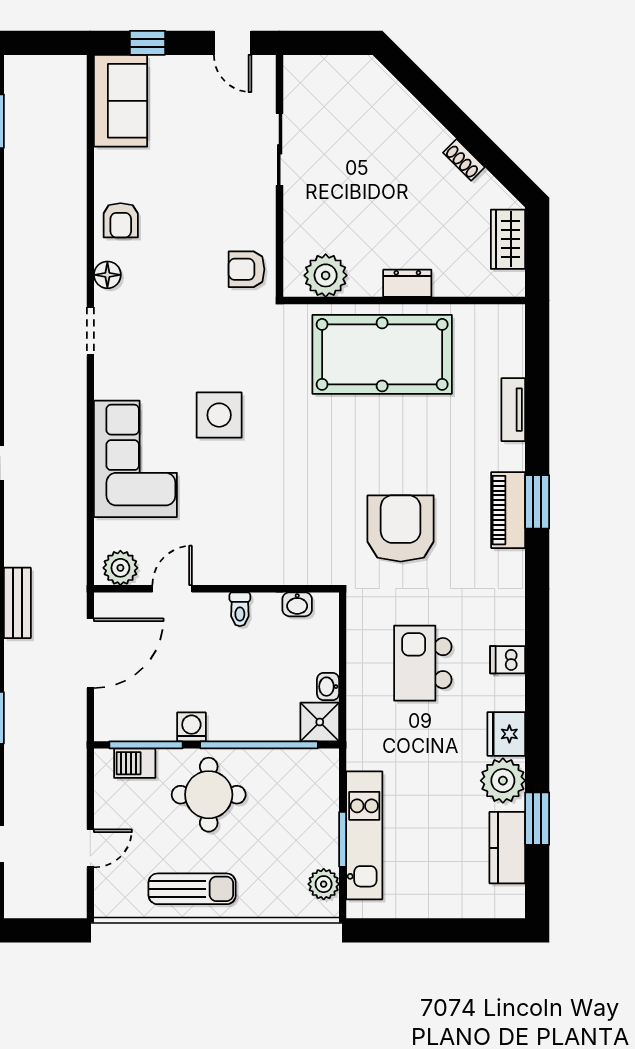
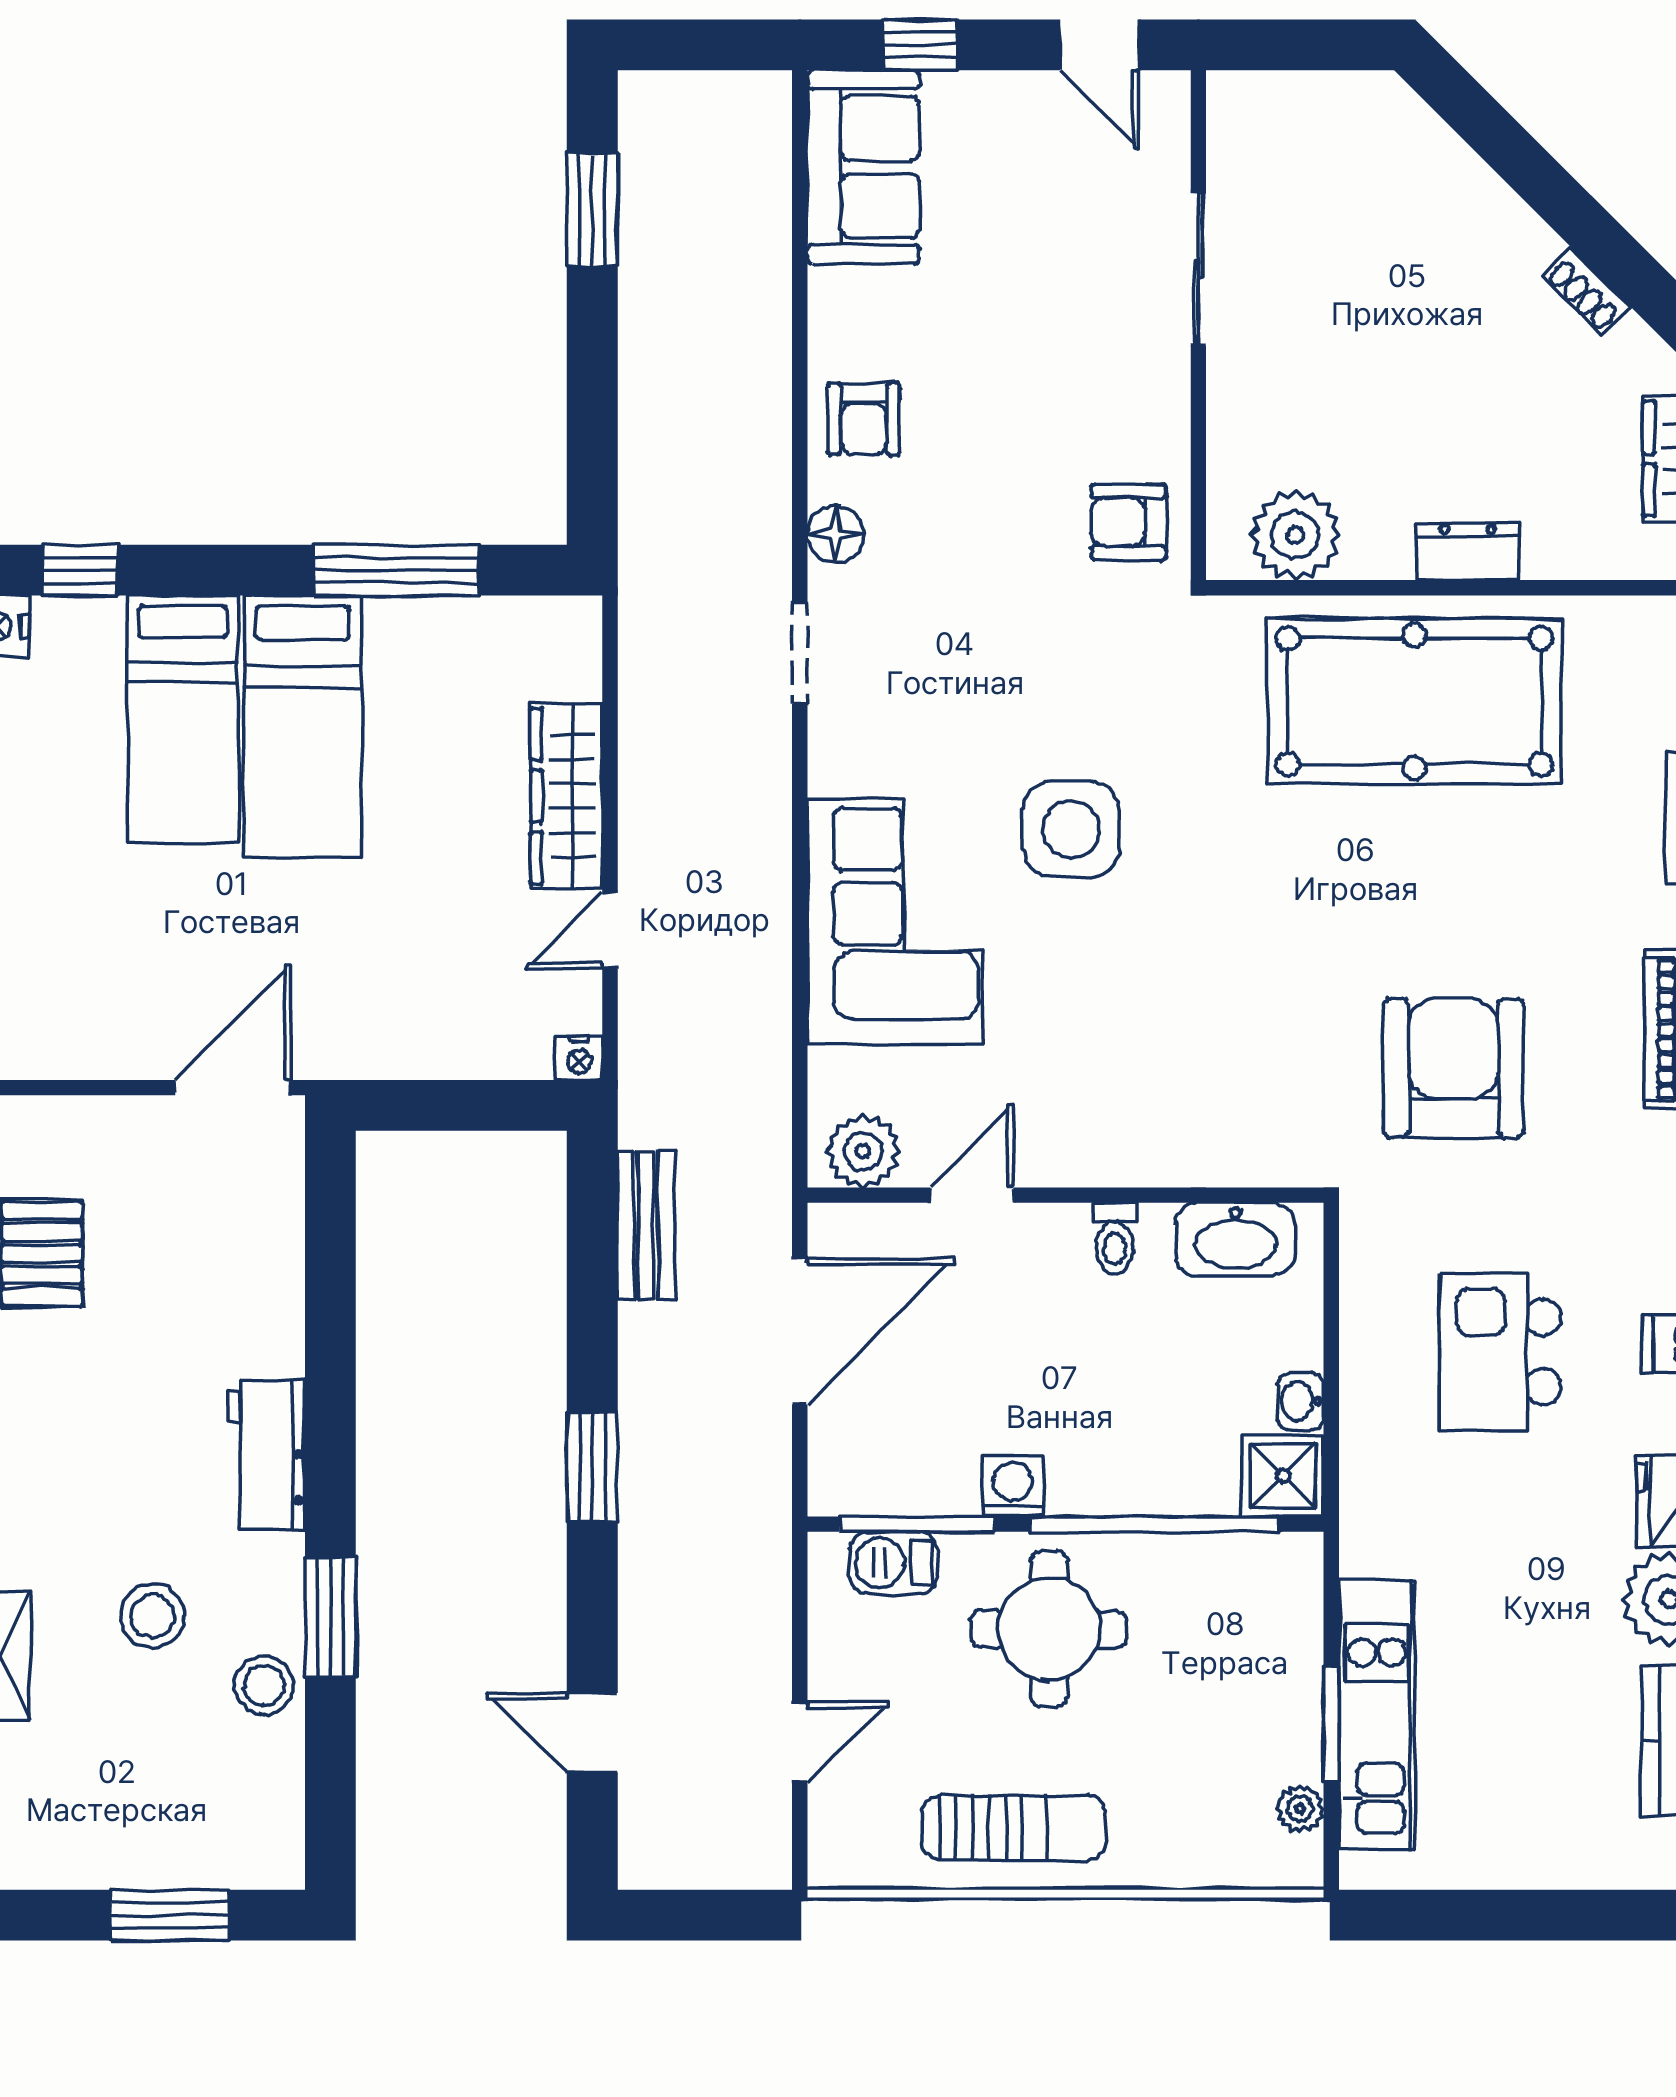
washbasin: (297, 604) -> (1235, 1239), width x1.91, depth x1.45
plant: (324, 884) -> (1300, 1809), width x0.73, depth x0.73

